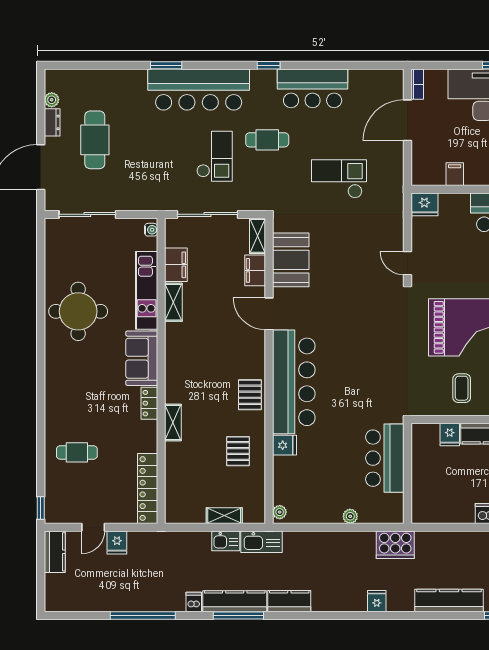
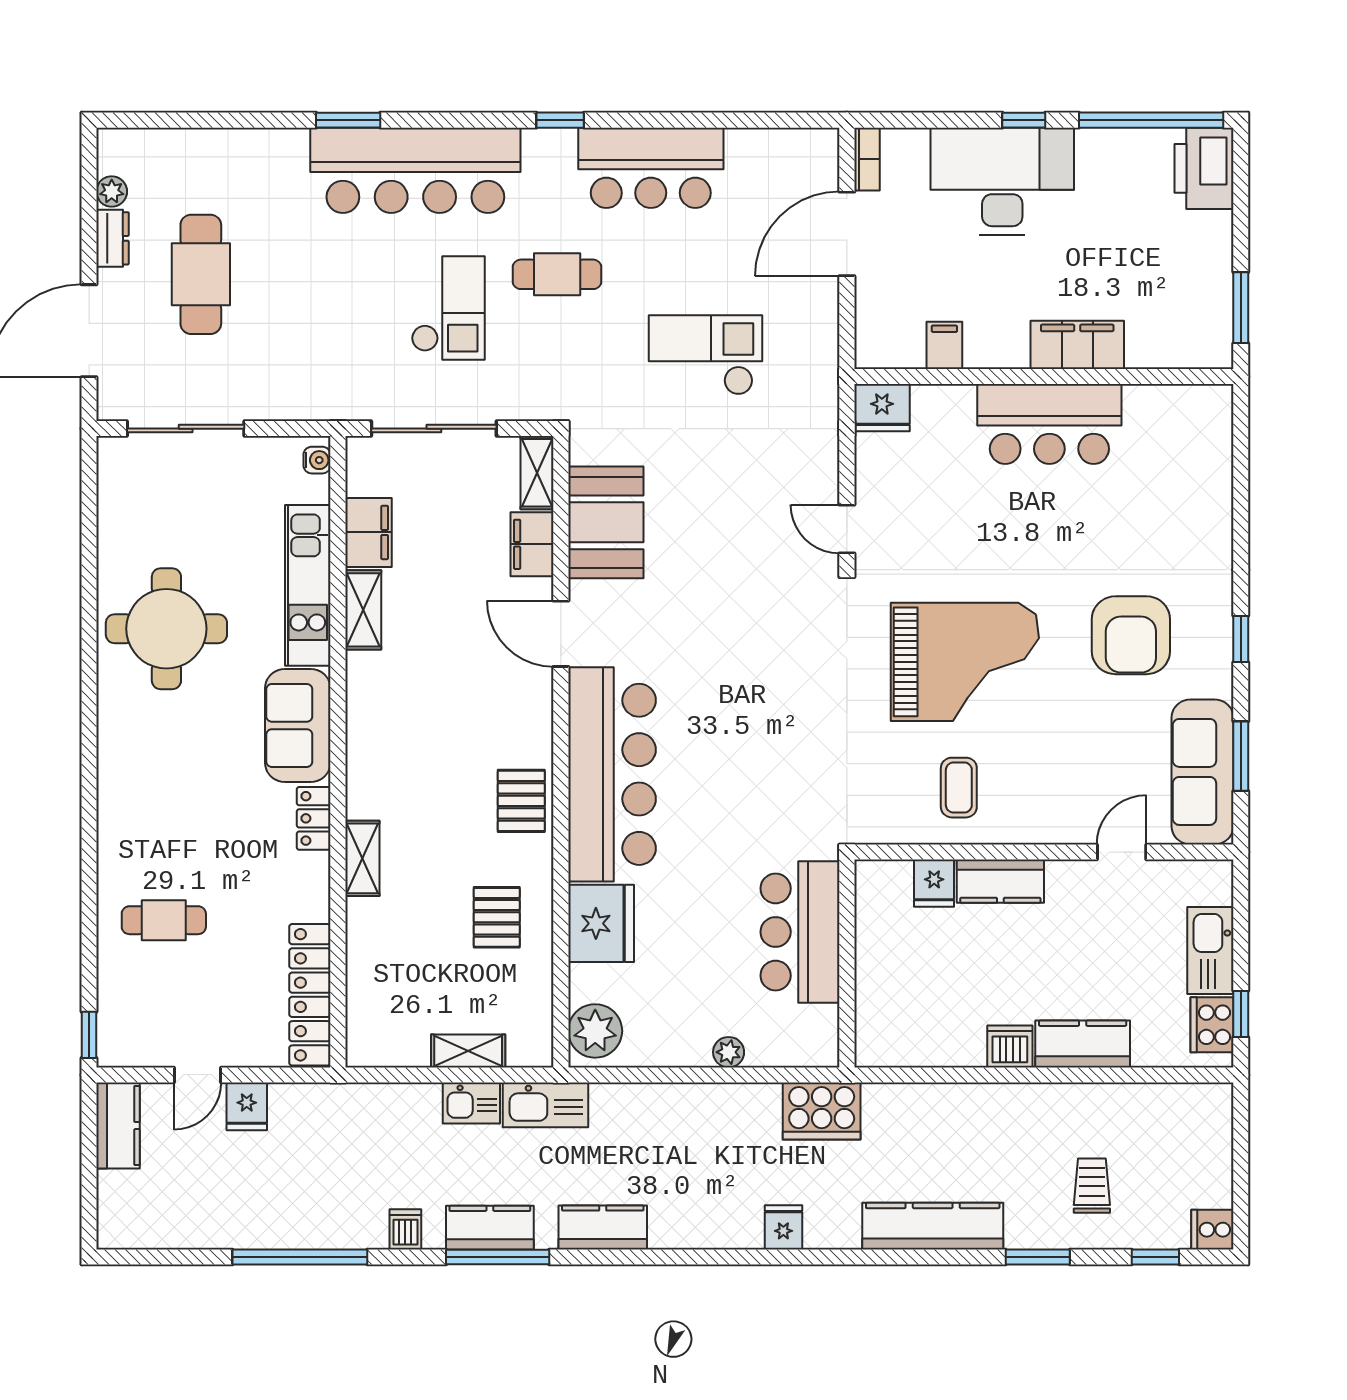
fridge: (285, 445) -> (601, 923), width x1.88, depth x1.34
plant: (280, 512) -> (595, 1031), width x1.88, depth x1.88
kitchen counter: (235, 601) -> (490, 1228), width x0.67

